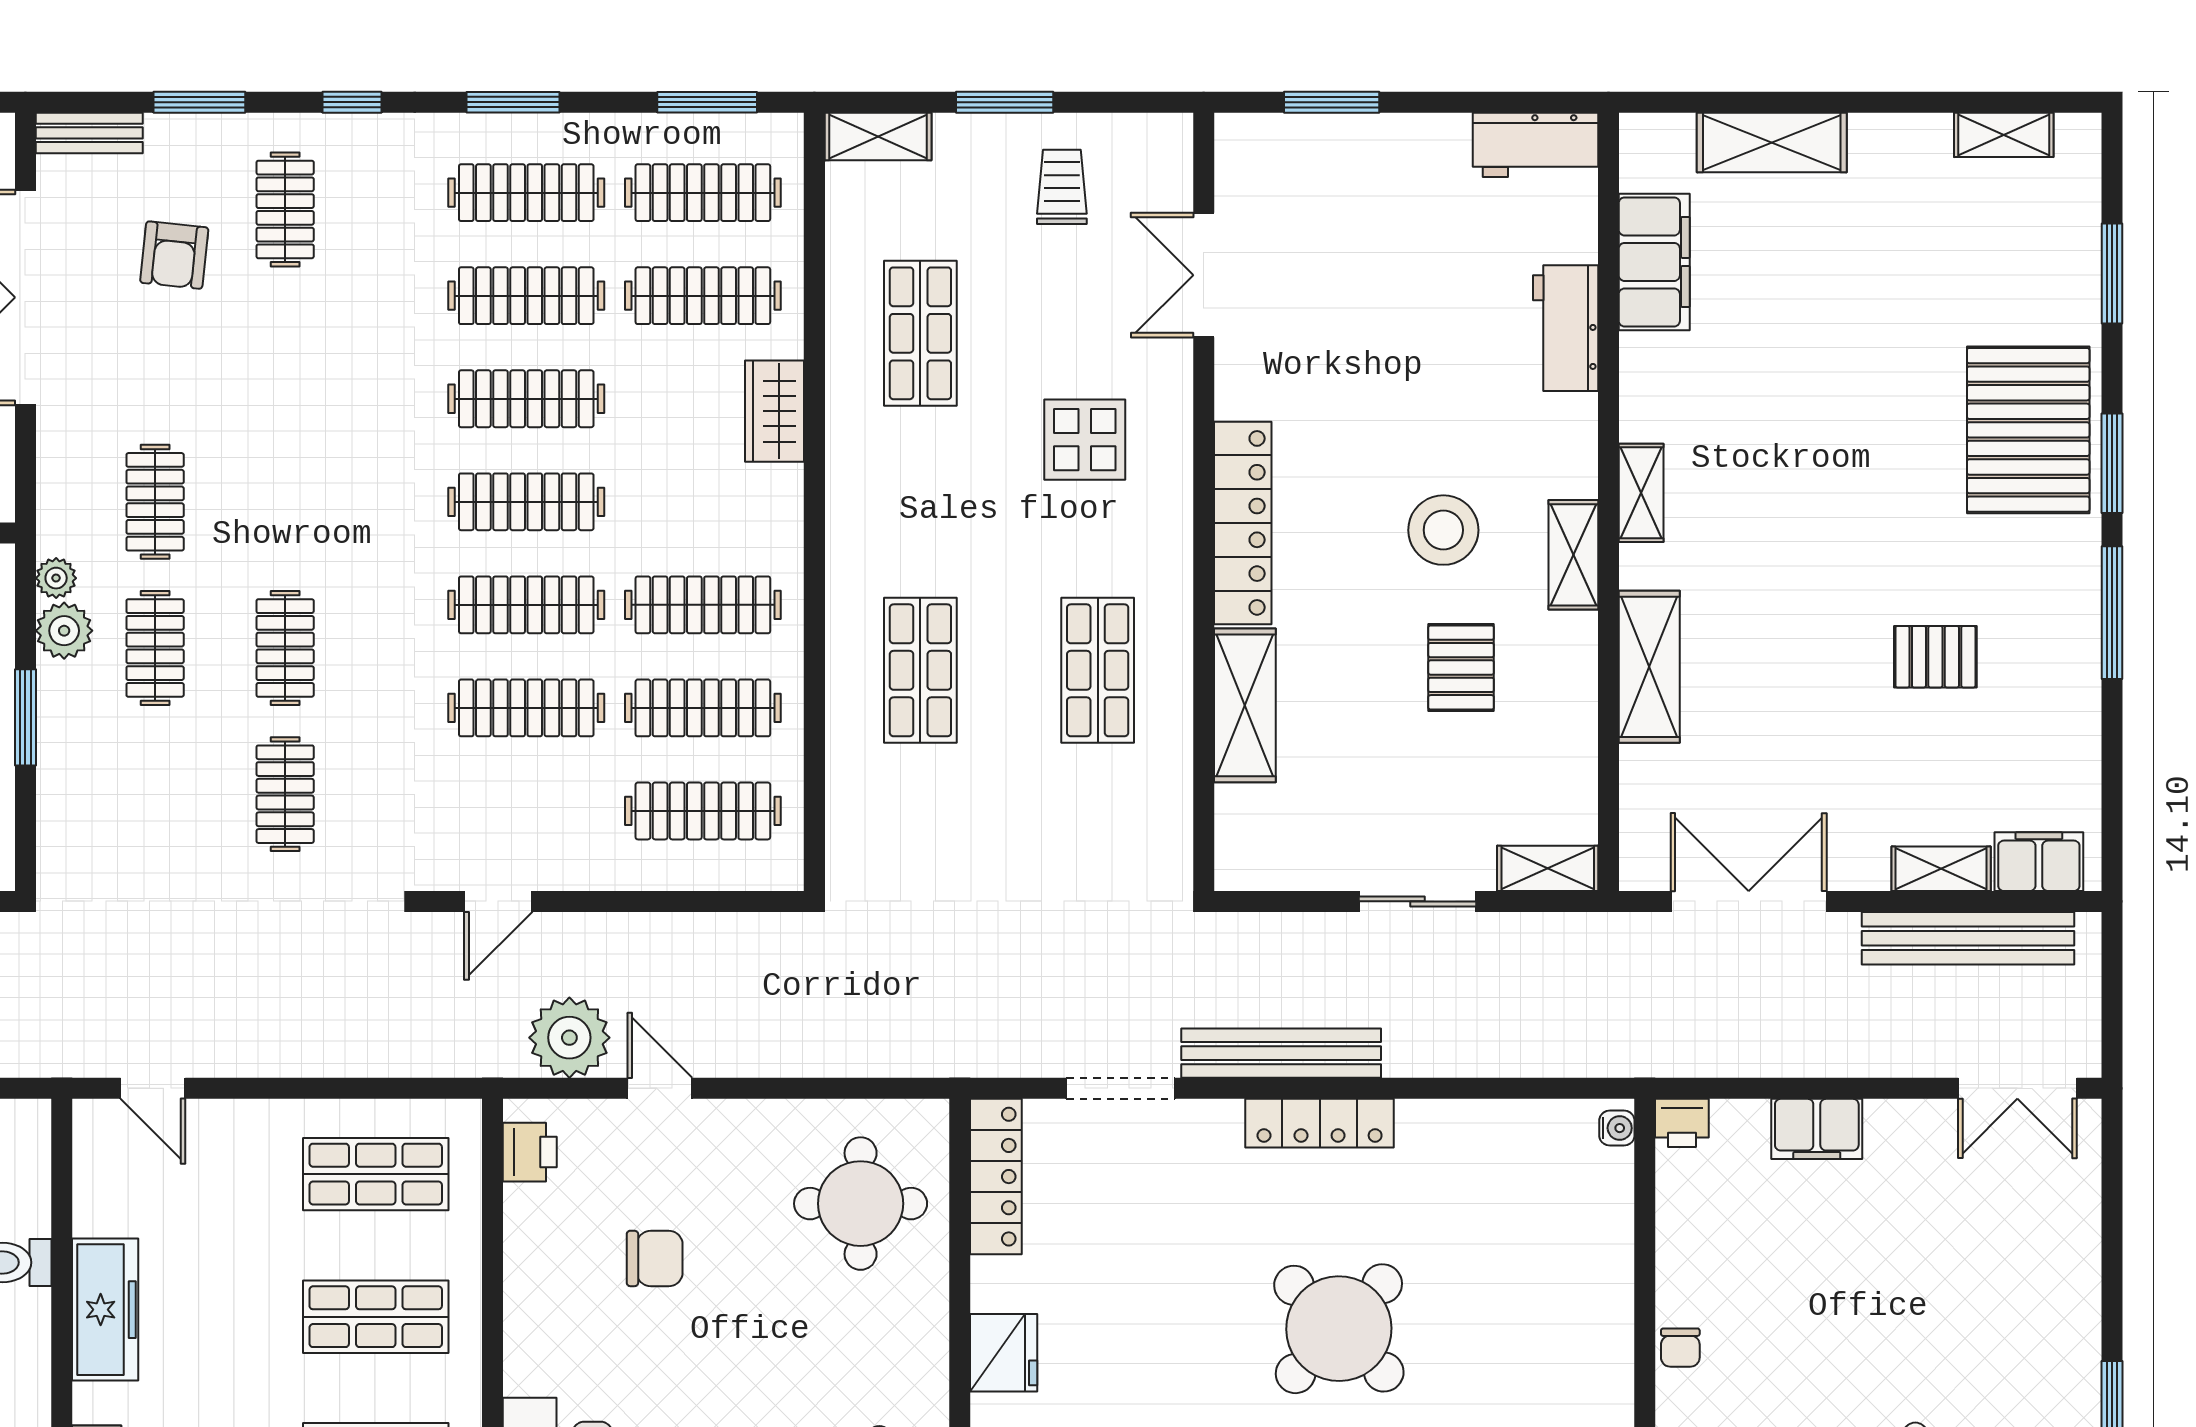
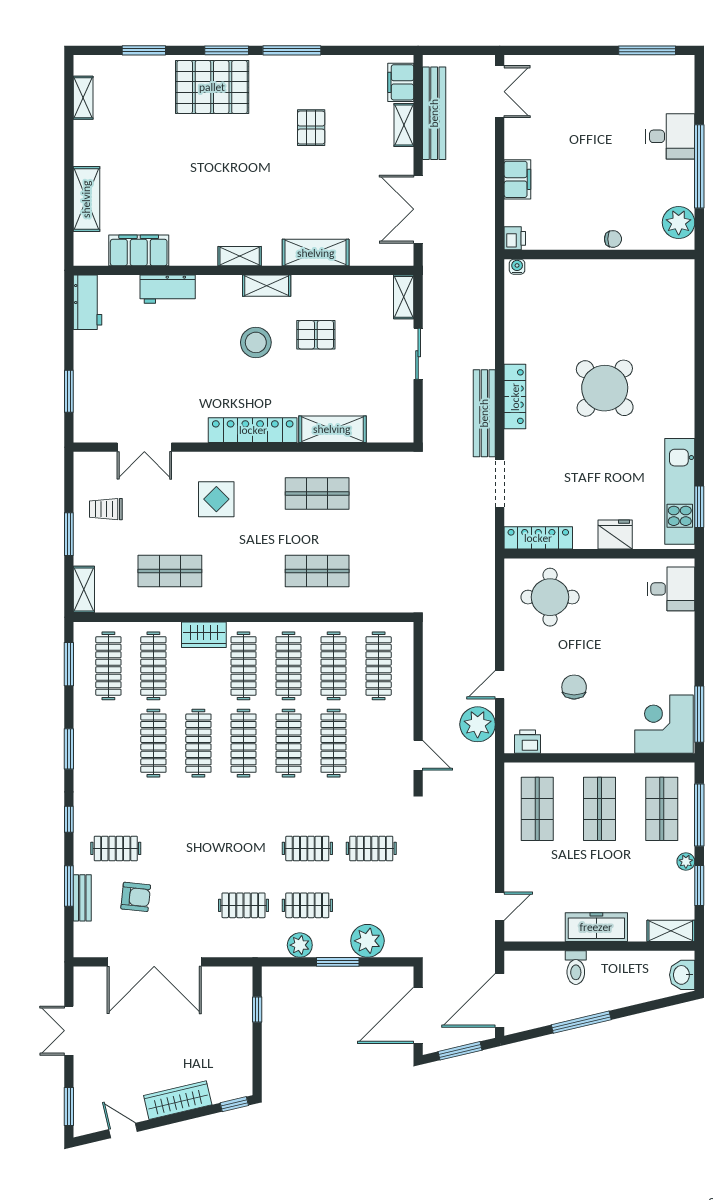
bench: (89, 133) -> (82, 898), moved
clothes rail: (526, 193) -> (243, 666), moved
plant: (56, 578) -> (367, 941), moved, width x1.88, depth x1.88

